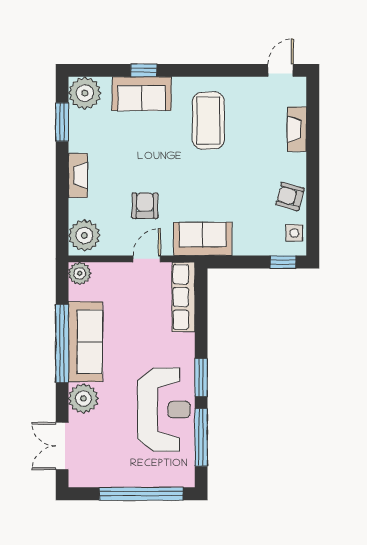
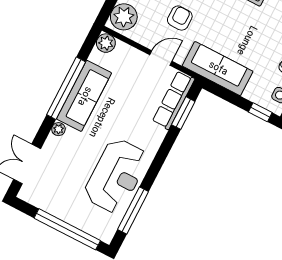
sofa: (203, 239) -> (218, 69), width x1.36
window: (201, 377) -> (183, 113), moved
plant: (83, 399) -> (58, 129), width x0.53, depth x0.53

